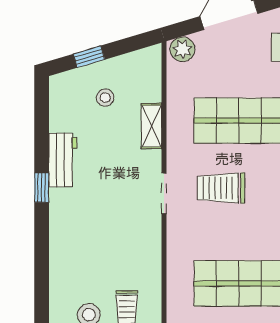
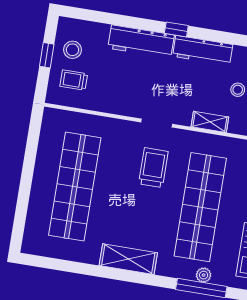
workbench: (63, 160) -> (203, 50), width x1.38
workbench: (64, 230) -> (141, 42), added

